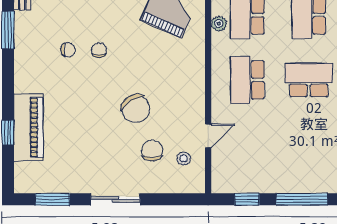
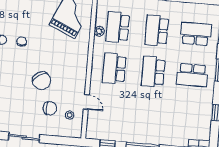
school desk: (309, 80) -> (153, 72), turned -90
door: (208, 136) -> (86, 102), hinge flipped
chair: (152, 151) -> (50, 108), turned 90

